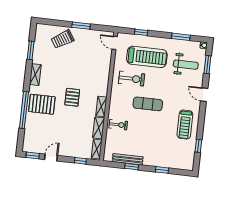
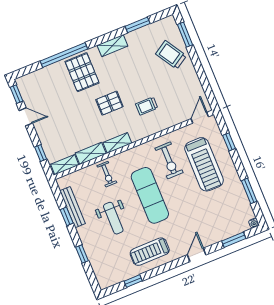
window: (81, 26) -> (185, 35), moved
weight bench: (186, 65) -> (113, 218), moved
trolley: (88, 74) -> (147, 106), added
exercise mat: (148, 104) -> (150, 195), width x1.36, depth x1.45

